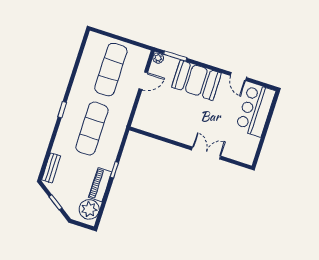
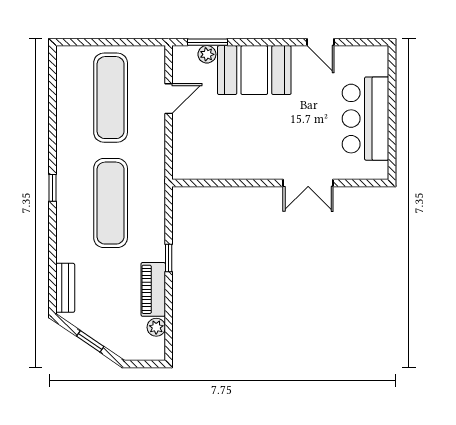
plant: (158, 58) -> (207, 54), moved
bar counter: (255, 110) -> (366, 119), moved
double door: (206, 153) -> (308, 183), swing flipped
plant: (89, 209) -> (156, 327), width x0.53, depth x0.53

